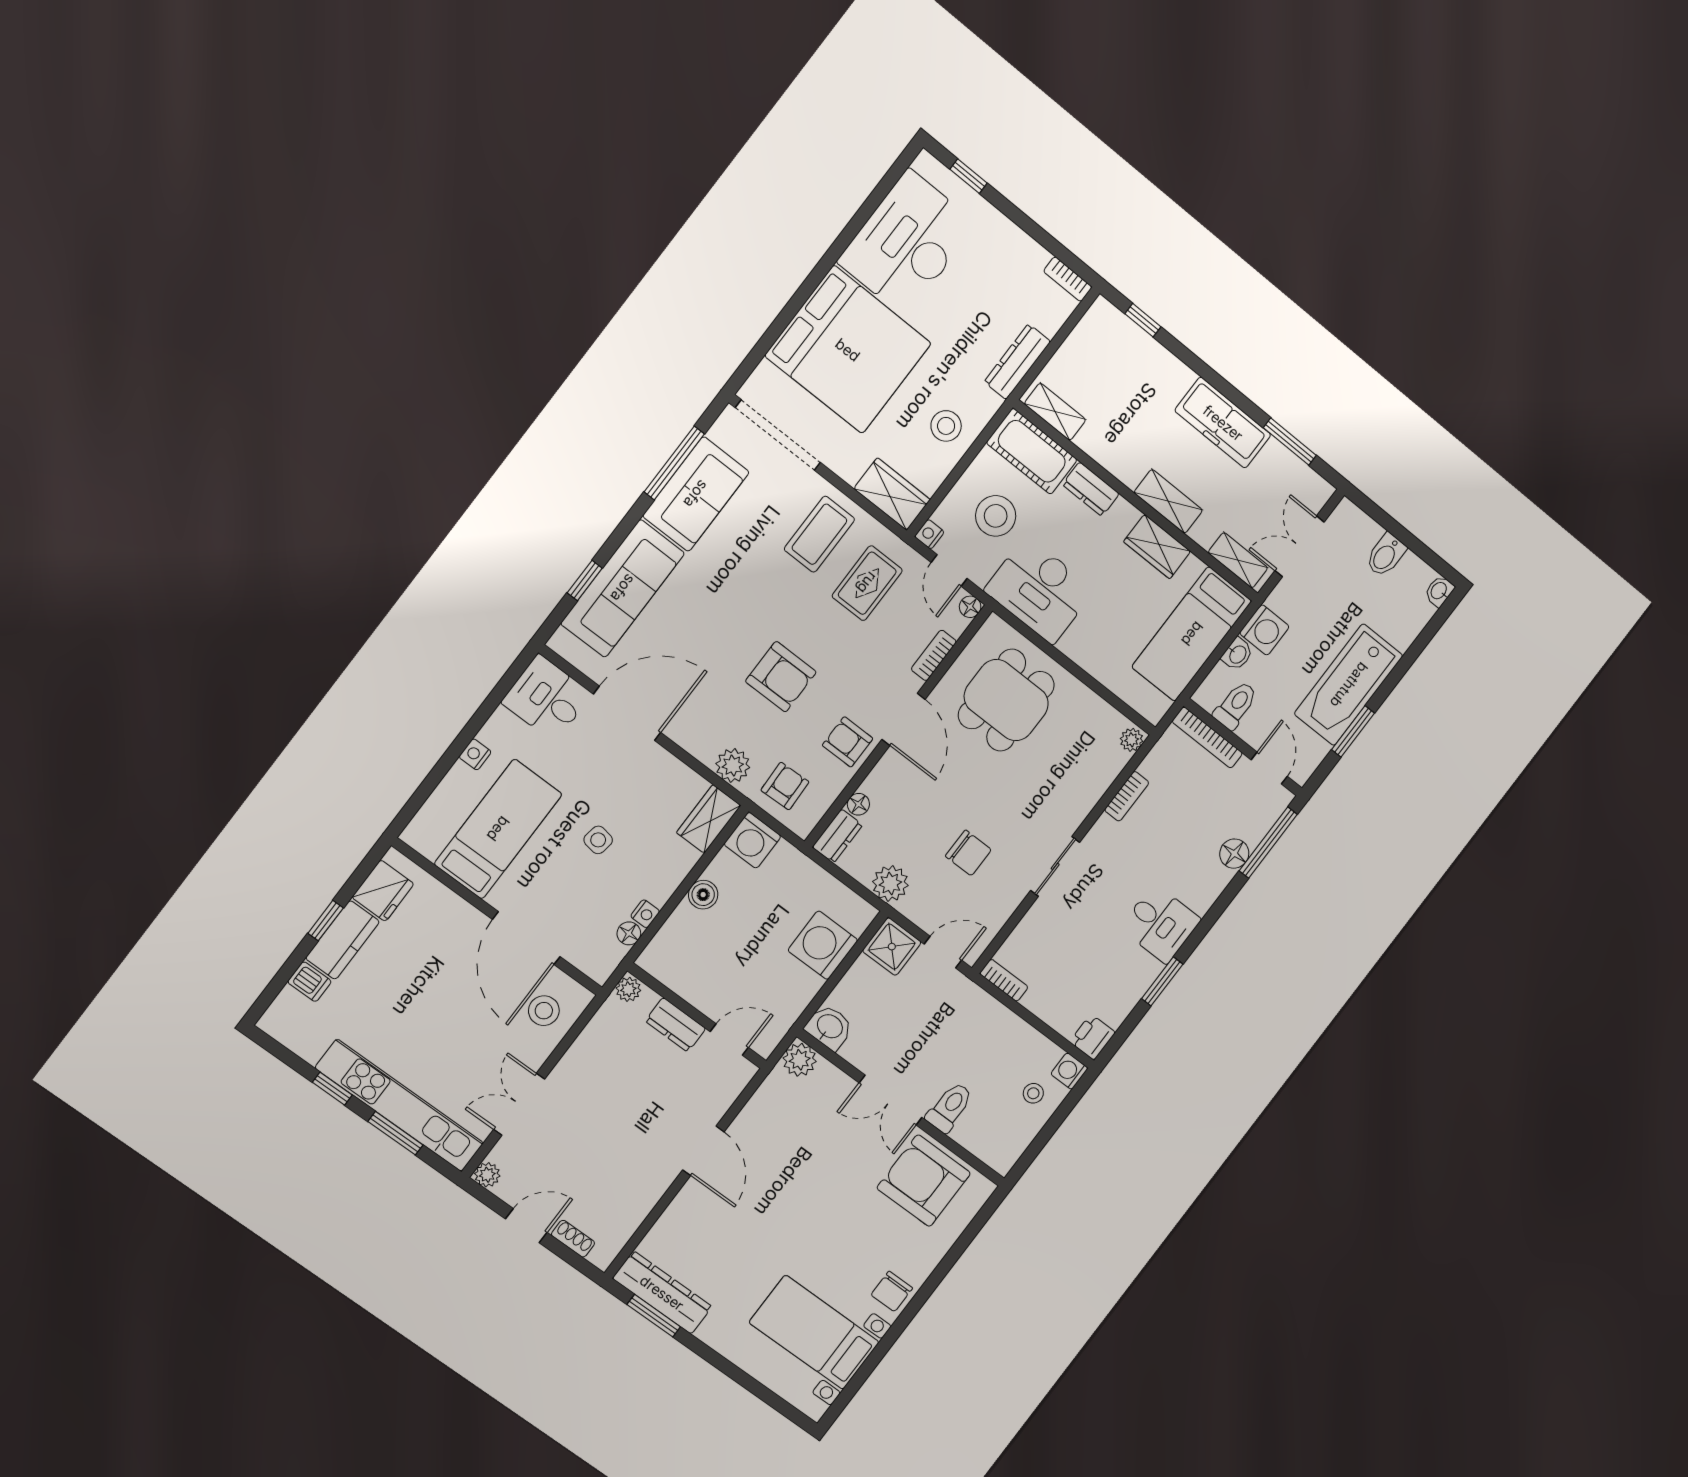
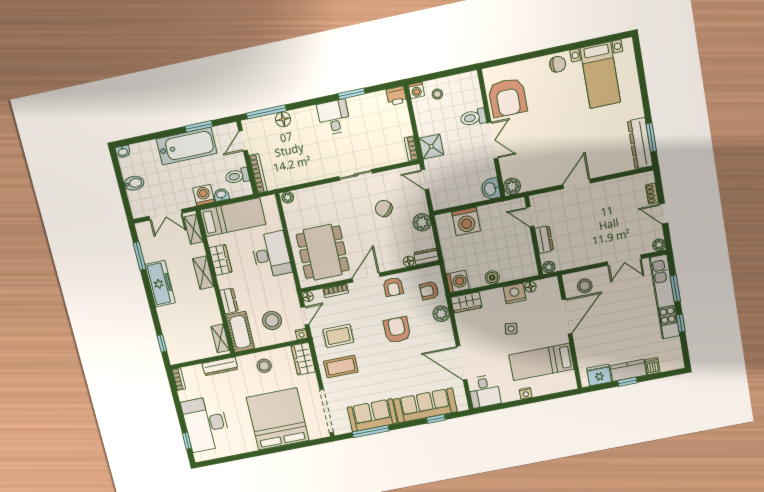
desk: (907, 243) -> (206, 424), moved, turned 90
desk: (1039, 590) -> (271, 255), moved
dining table: (1006, 700) -> (323, 252), width x1.37
bookcase: (1127, 796) -> (307, 178), removed
chair: (968, 853) -> (384, 208), turned -46
nightstand: (645, 914) -> (515, 293), width x1.89, depth x1.79
shower: (892, 947) -> (431, 147), moved

